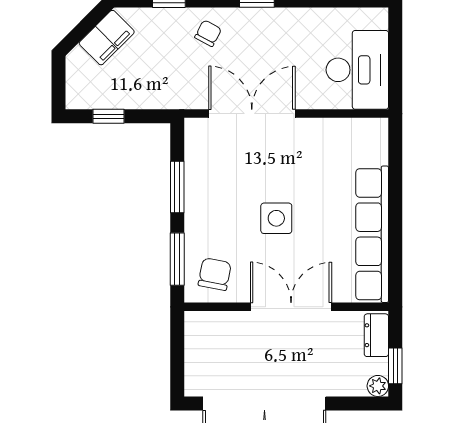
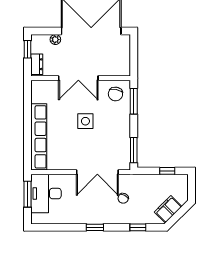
chair: (208, 33) -> (123, 198), moved
window: (395, 69) -> (27, 194), added
window: (177, 187) -> (134, 150), moved
row of seats: (372, 234) -> (39, 137), moved
plant: (378, 386) -> (55, 40), moved

